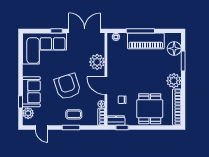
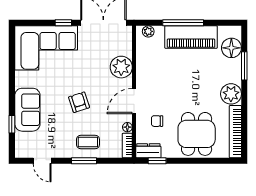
door: (106, 86) -> (134, 101), hinge flipped
armchair: (67, 87) -> (79, 102), width x0.53, depth x0.53
plant: (28, 113) -> (23, 140), removed

